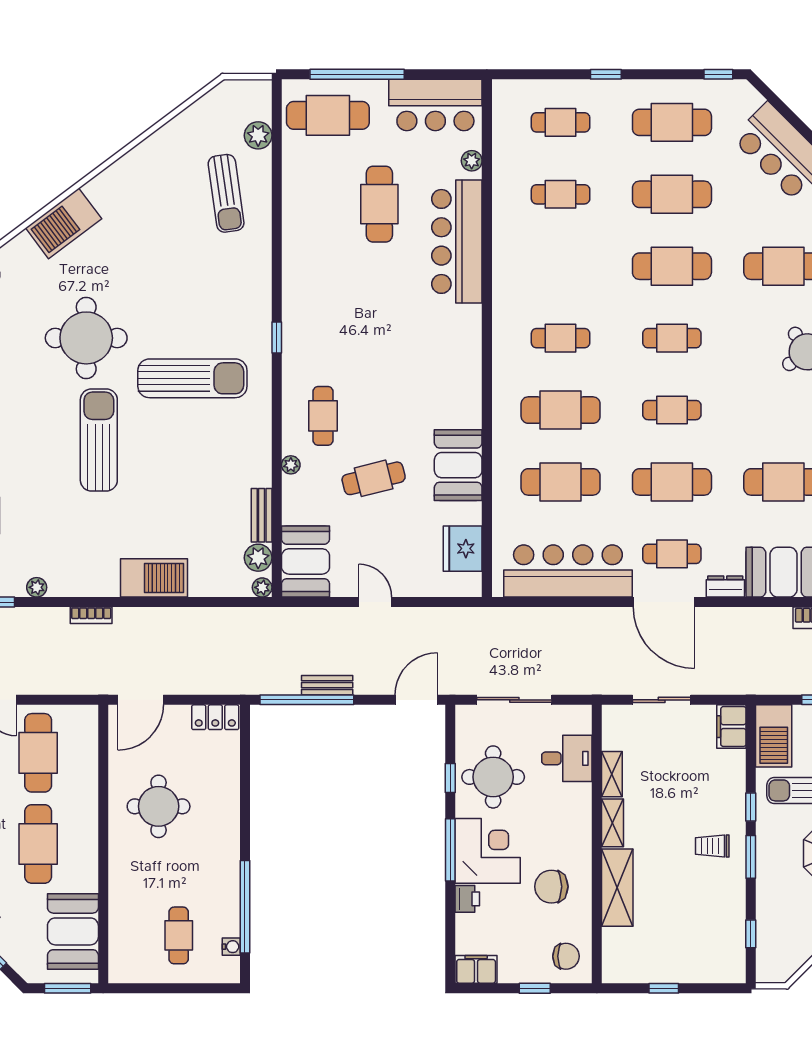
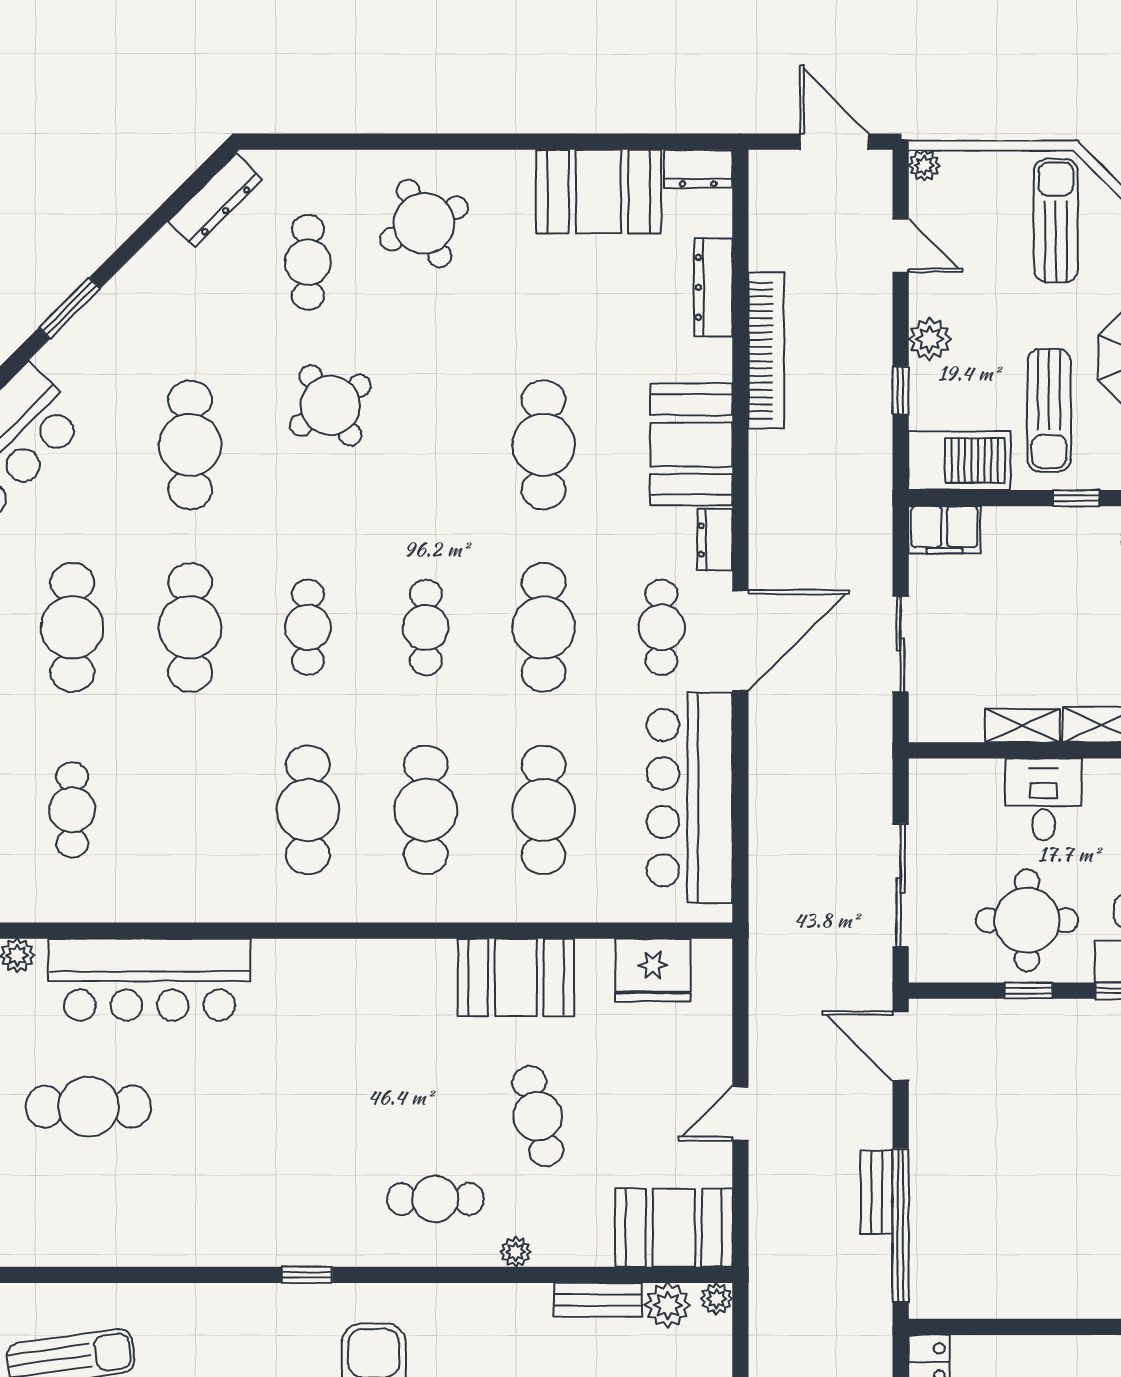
cafe table: (561, 338) -> (308, 810), width x1.37, depth x1.35
desk: (567, 758) -> (1044, 799), moved

